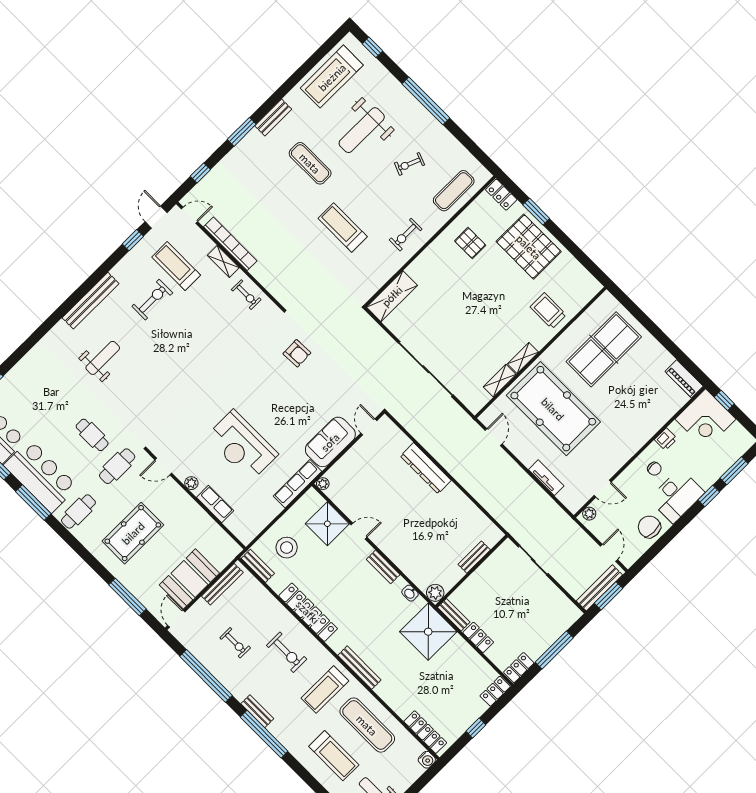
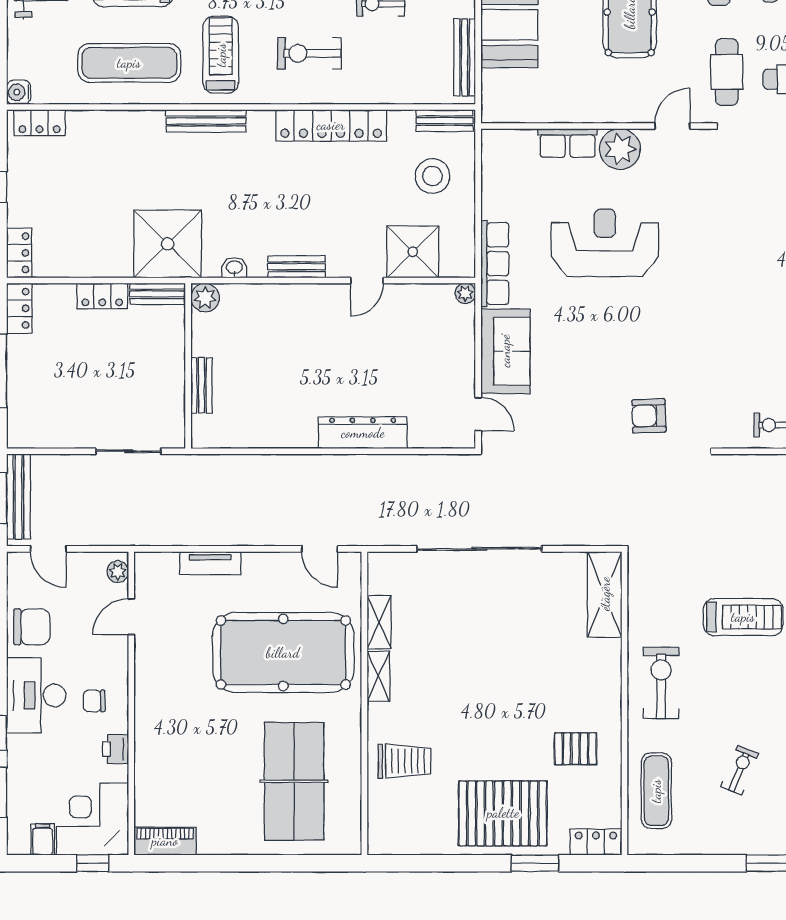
exercise bike: (406, 235) -> (661, 683), width x1.38, depth x1.39
filing cabinet: (735, 432) -> (43, 840), added
plant: (191, 483) -> (620, 149), width x1.88, depth x1.88
locker: (425, 732) -> (40, 123), width x0.66

